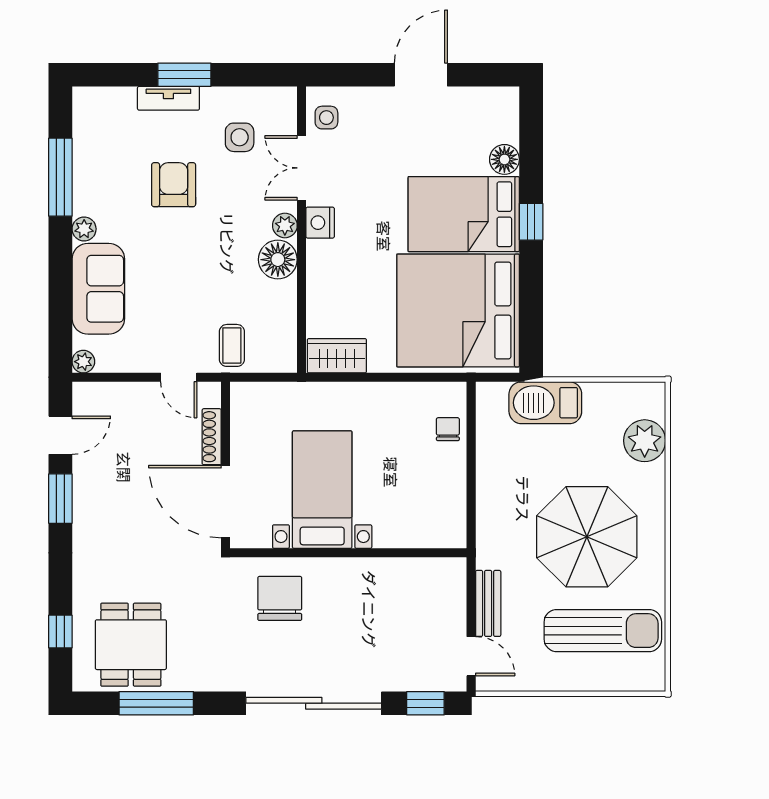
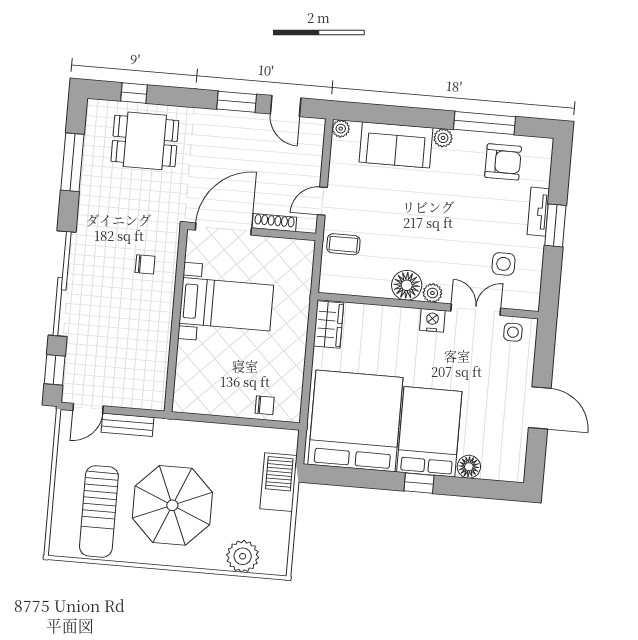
armchair: (174, 185) -> (503, 162), moved
chair: (280, 598) -> (145, 264), width x0.54, depth x0.54
dining table: (131, 645) -> (145, 141), moved

